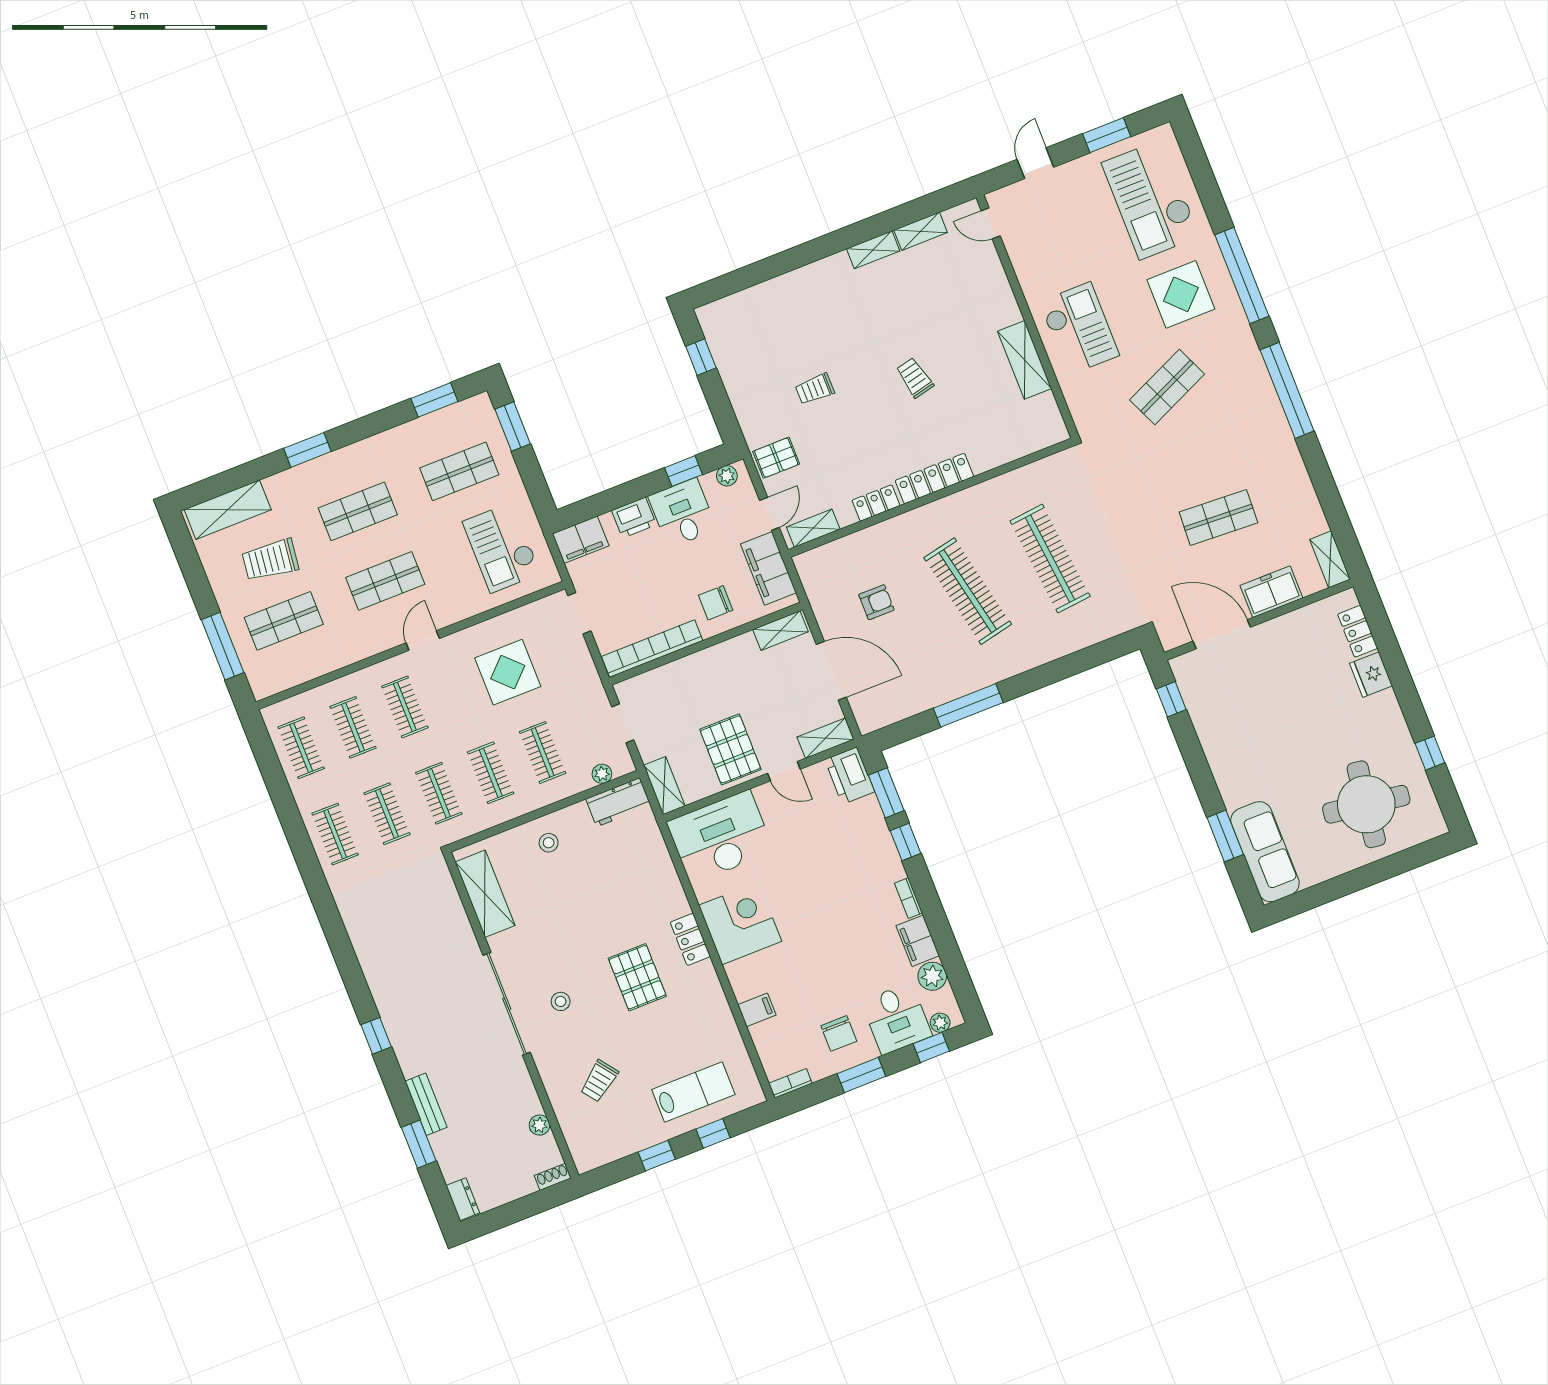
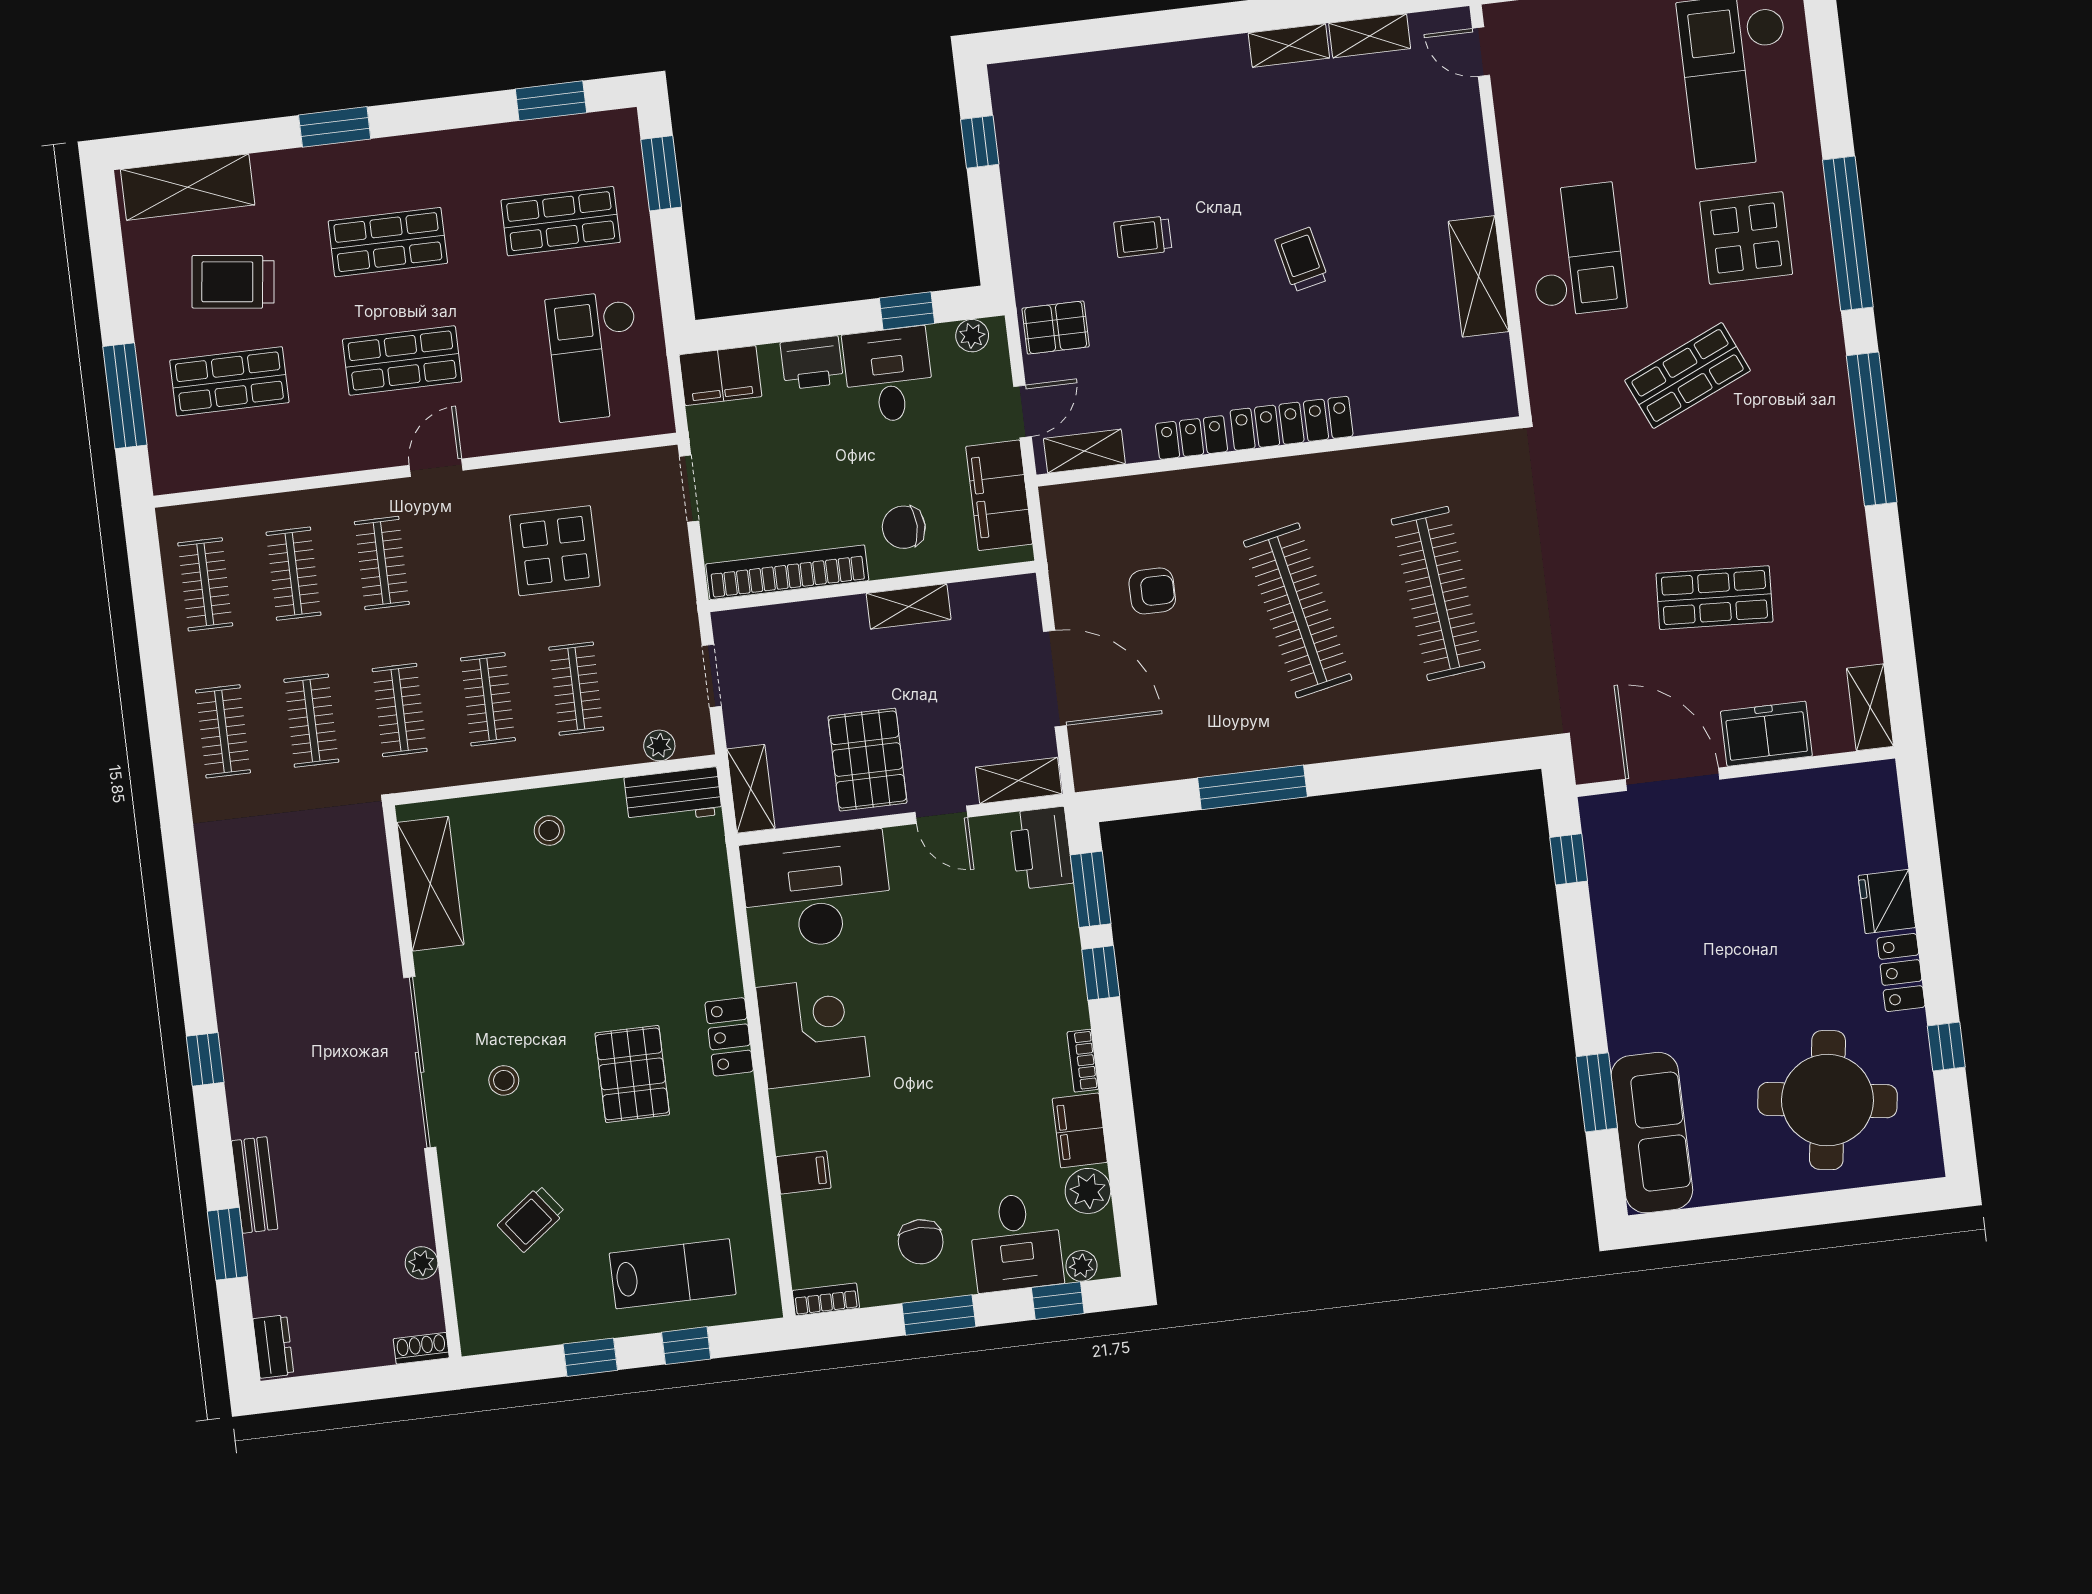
shelving: (781, 631) -> (909, 606), moved
locker: (1358, 631) -> (1901, 973), moved

